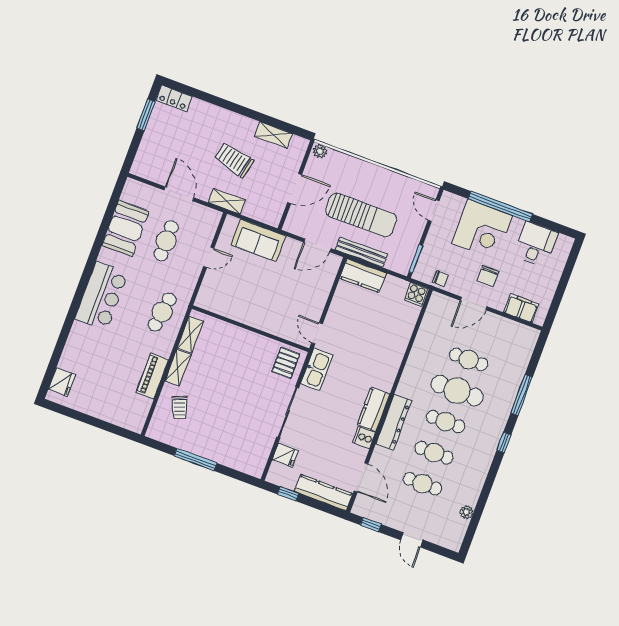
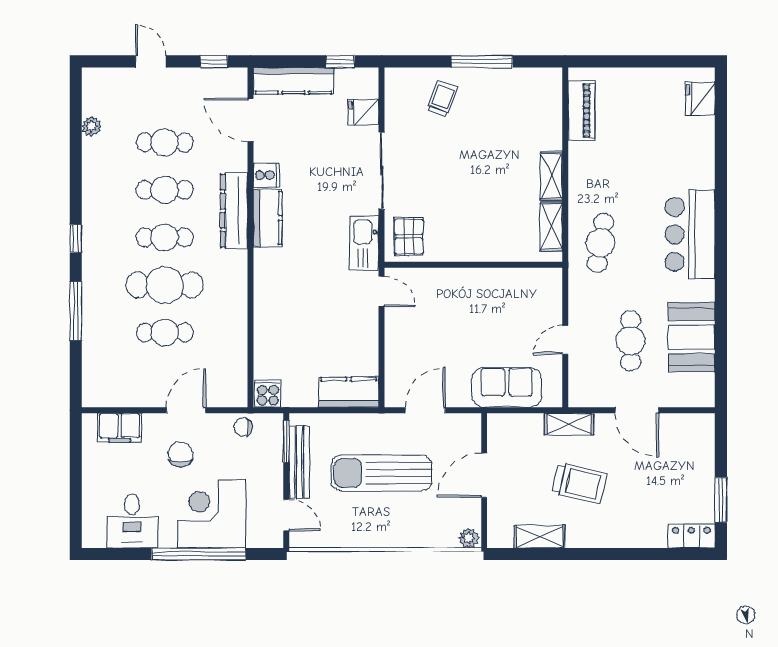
bench: (361, 252) -> (299, 462), moved, turned 90
piano: (152, 376) -> (582, 111), moved
trolley: (180, 407) -> (442, 99), moved, turned 40

